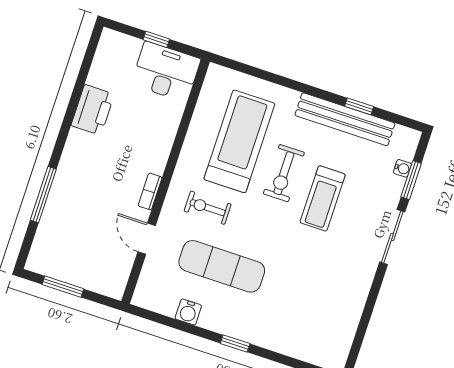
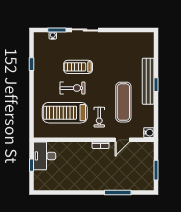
printer: (93, 110) -> (72, 183), removed
bench: (345, 119) -> (148, 81), moved
treadmill: (323, 198) -> (78, 67), turned 180
water cooler: (188, 312) -> (149, 133), moved

